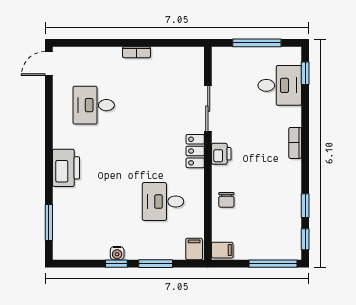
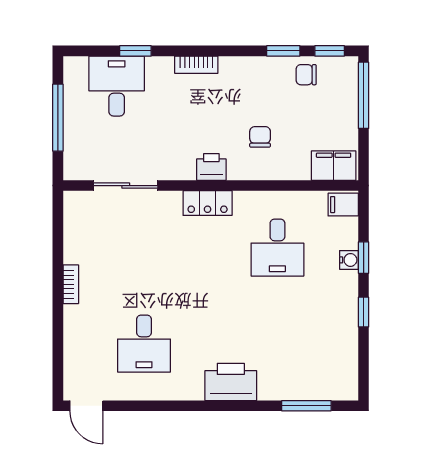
window: (305, 73) -> (135, 51), moved
sliding door: (208, 109) -> (126, 186), moved
chair: (226, 200) -> (260, 137), moved, turned -90
chair: (288, 222) -> (306, 75), added
filing cabinet: (222, 250) -> (334, 166), width x2.00
water cooler: (117, 253) -> (349, 260), moved
window: (156, 264) -> (364, 258), width x0.67

